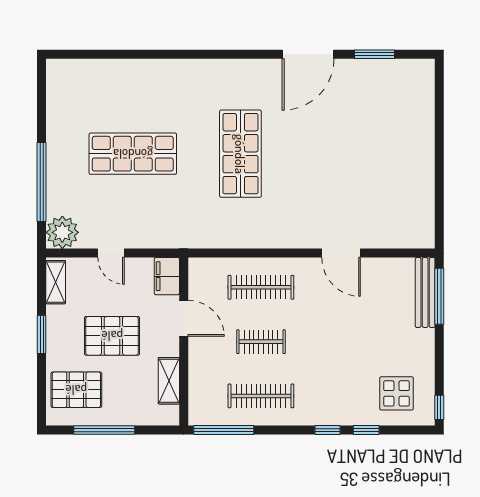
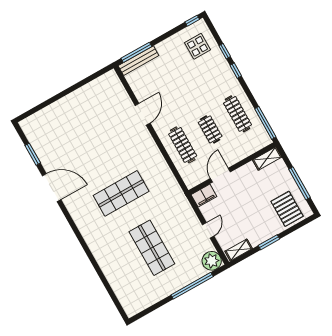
pallet: (112, 336) -> (250, 206), removed
shelving: (169, 381) -> (267, 159), moved

